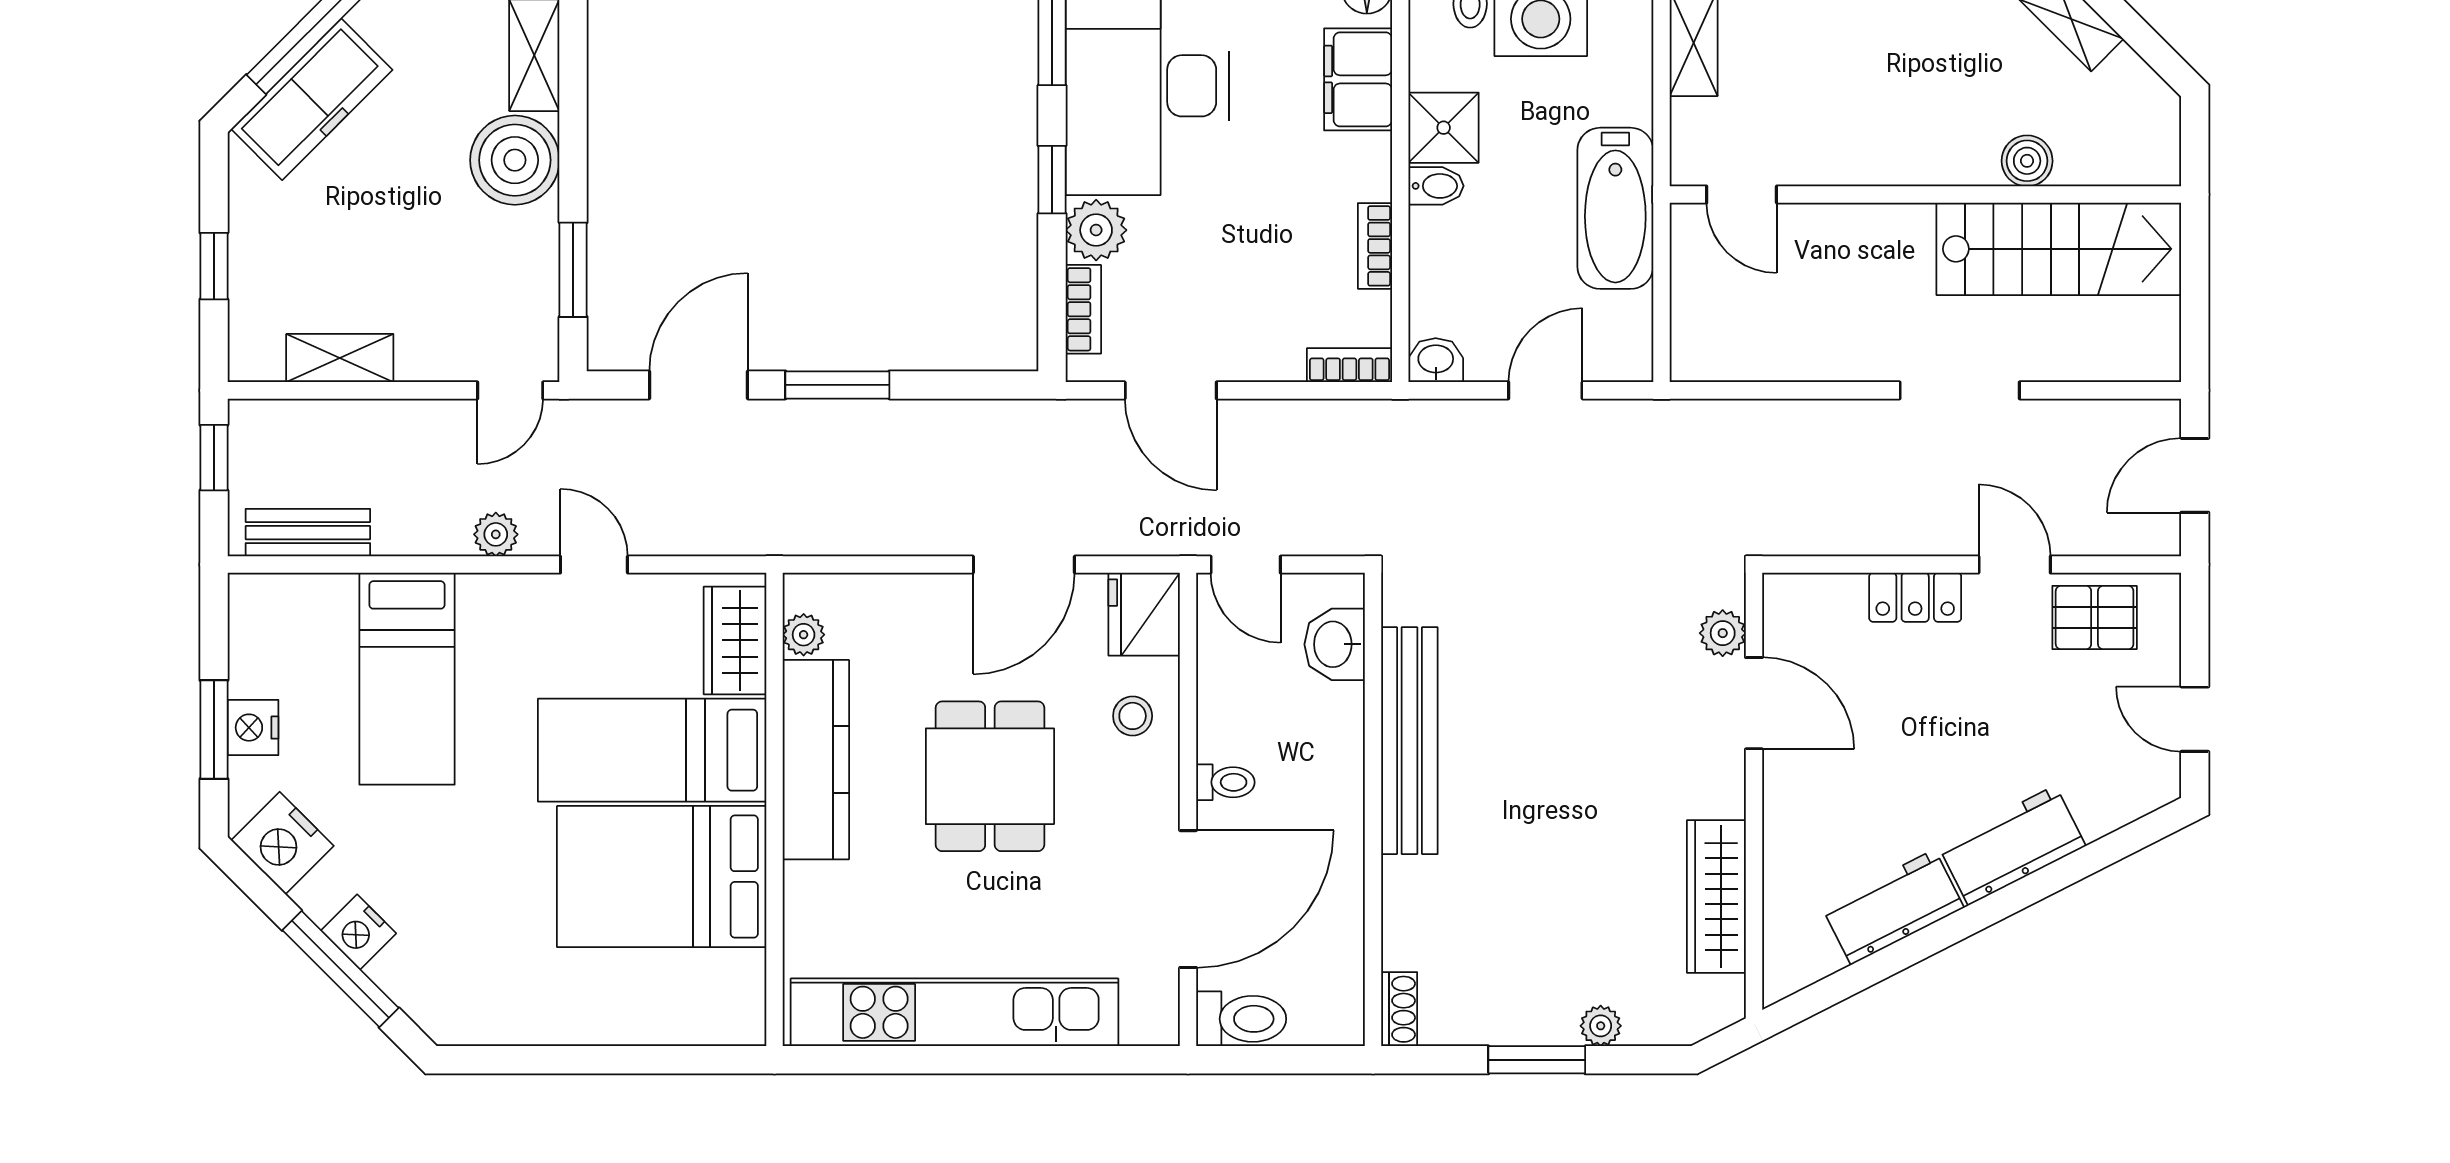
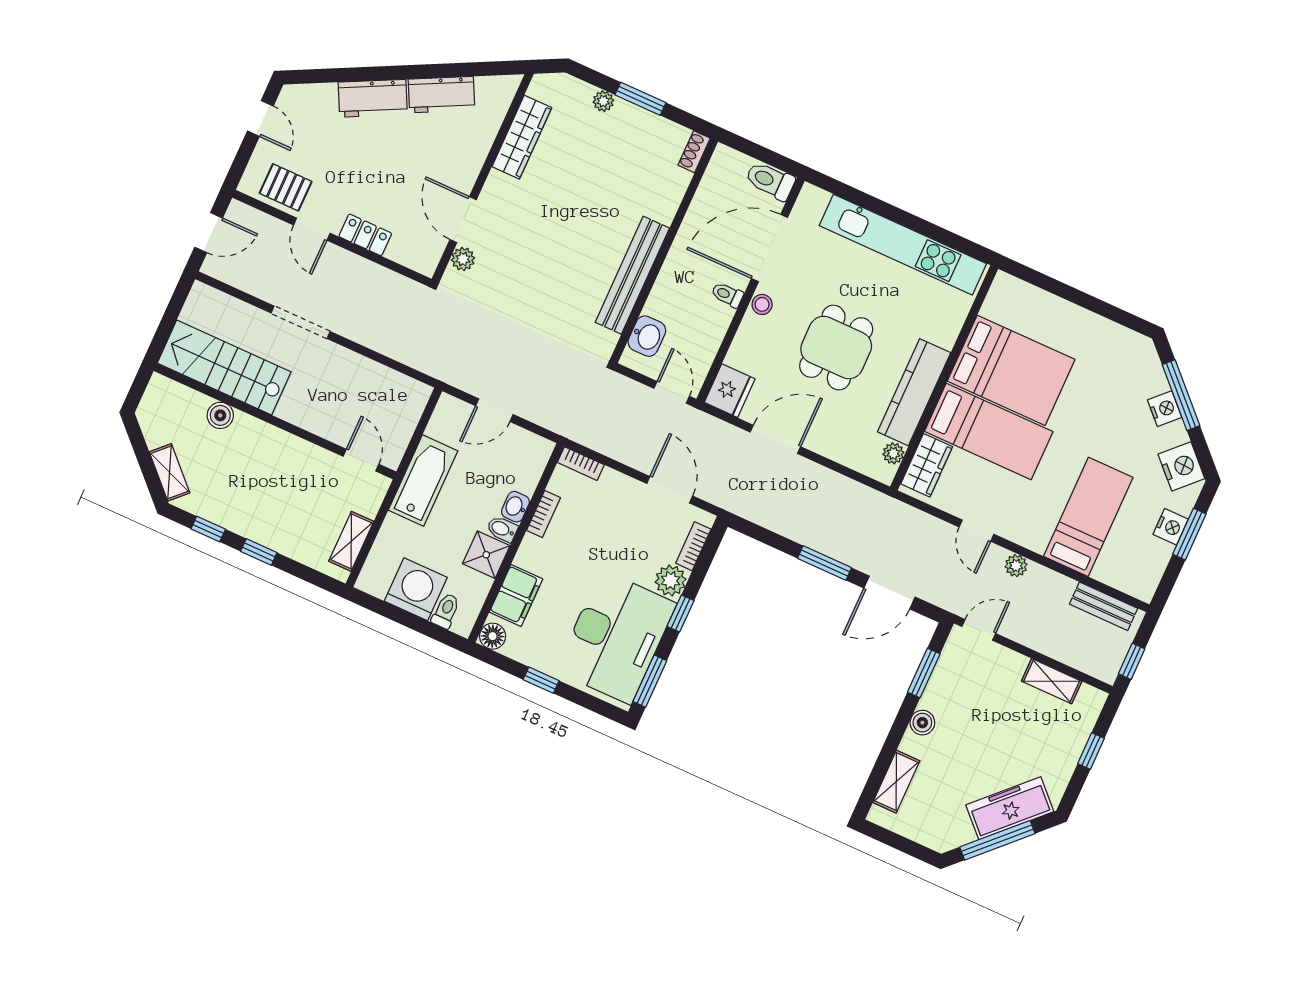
boiler: (515, 160) -> (922, 723), width x0.54, depth x0.54
washbasin: (1436, 360) -> (515, 507), moved, turned 90
stool: (1133, 716) -> (762, 304), moved

